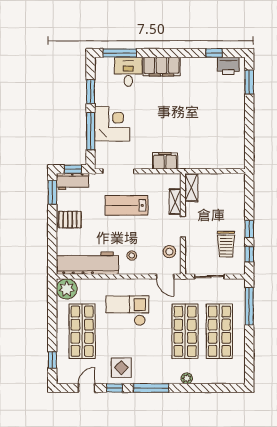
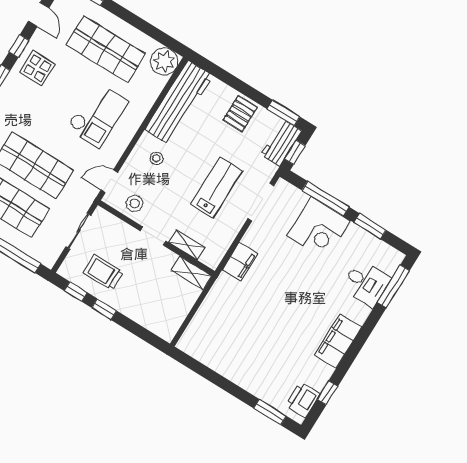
filing cabinet: (161, 67) -> (338, 341), moved

